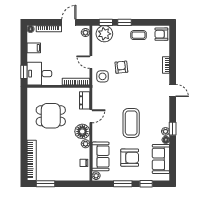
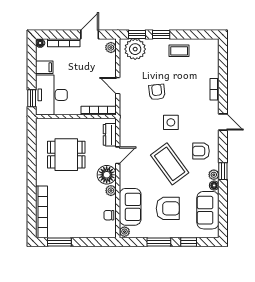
armchair: (161, 34) -> (201, 151), moved
desk: (39, 74) -> (51, 95), width x1.37
side table: (103, 76) -> (171, 122), moved
coffee table: (131, 123) -> (170, 164), turned -36

